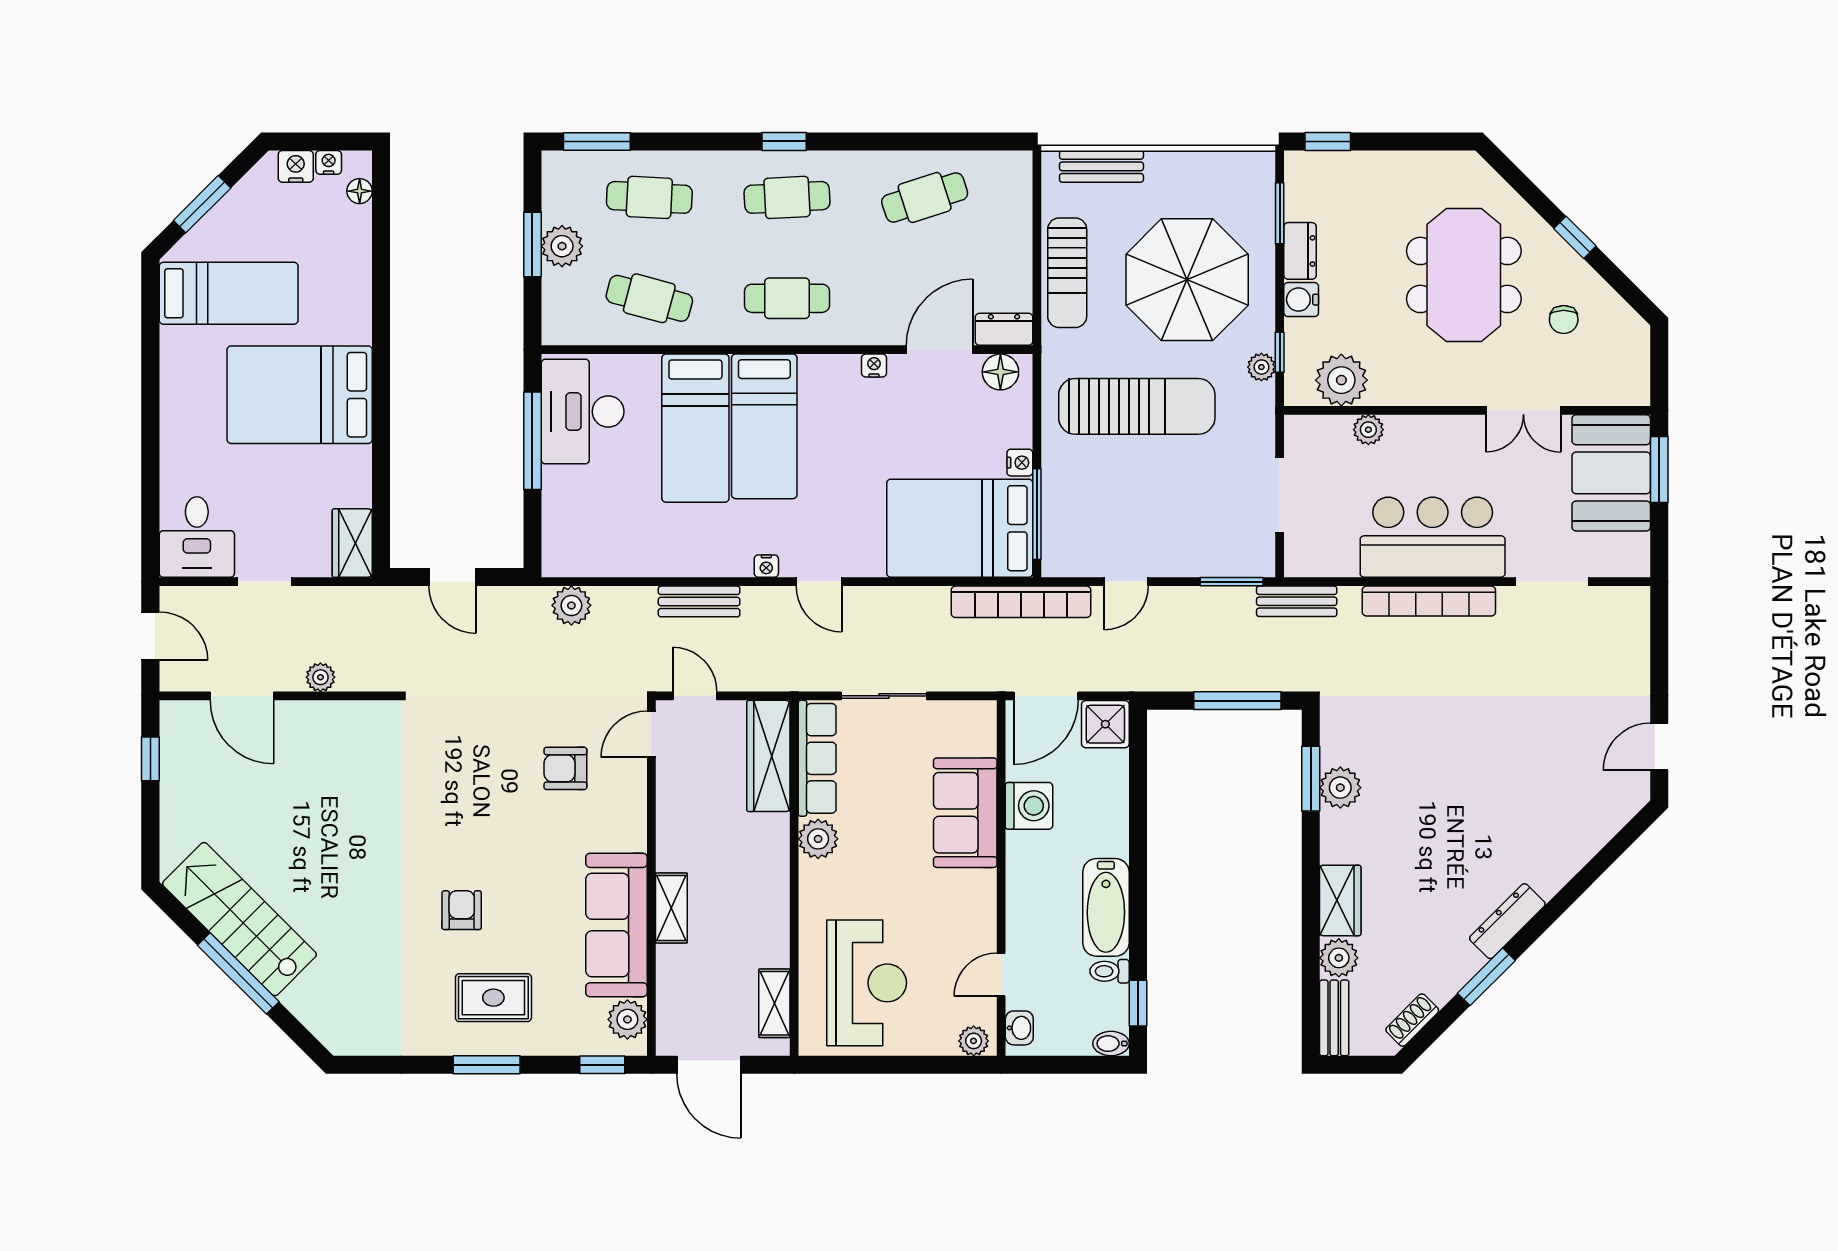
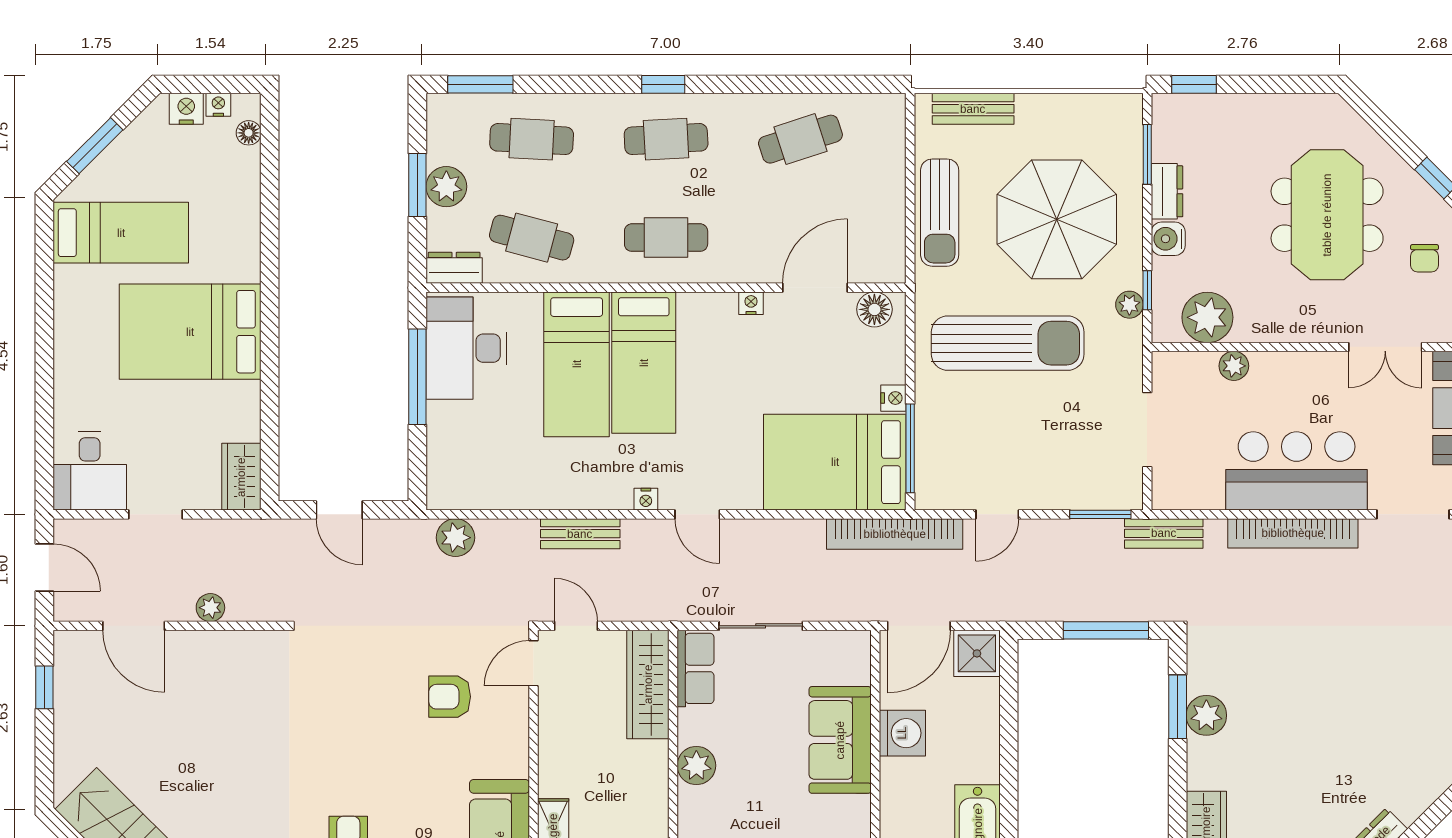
dresser: (1004, 329) -> (454, 268), moved
row of seats: (817, 758) -> (696, 668), width x0.68

